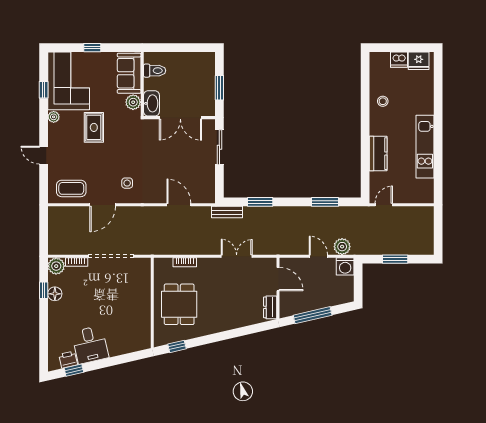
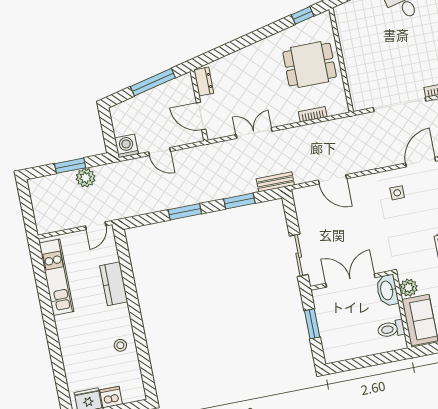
kitchen unit: (425, 147) -> (56, 277), moved
window: (325, 202) -> (185, 212), moved
plant: (342, 247) -> (86, 178), moved
double door: (237, 256) -> (254, 133), swing flipped
dining table: (179, 304) -> (310, 65), turned 90

